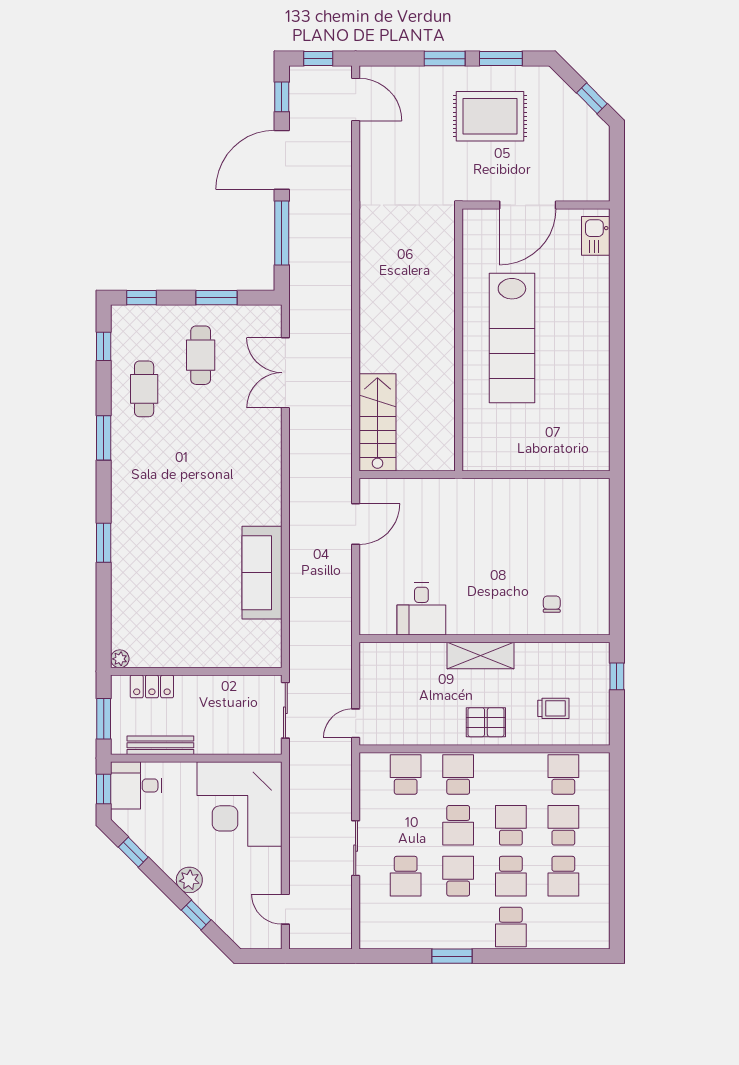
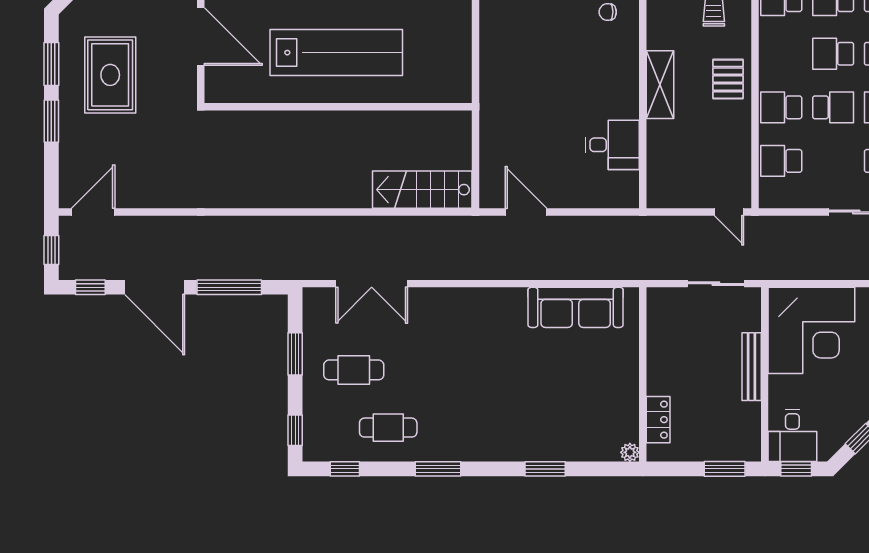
plant: (120, 659) -> (630, 452), moved
wall: (196, 671) -> (643, 374), moved
locker: (152, 686) -> (658, 420), moved
bench: (160, 745) -> (752, 367), moved

